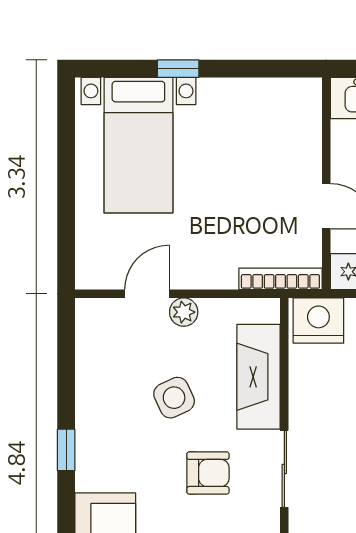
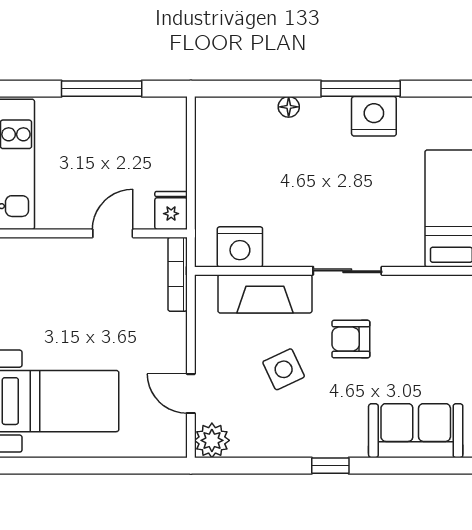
plant: (184, 312) -> (212, 440), moved, width x1.38, depth x1.38
nightstand: (318, 321) -> (240, 247), moved, turned -90
armchair: (208, 473) -> (351, 339), turned -90

